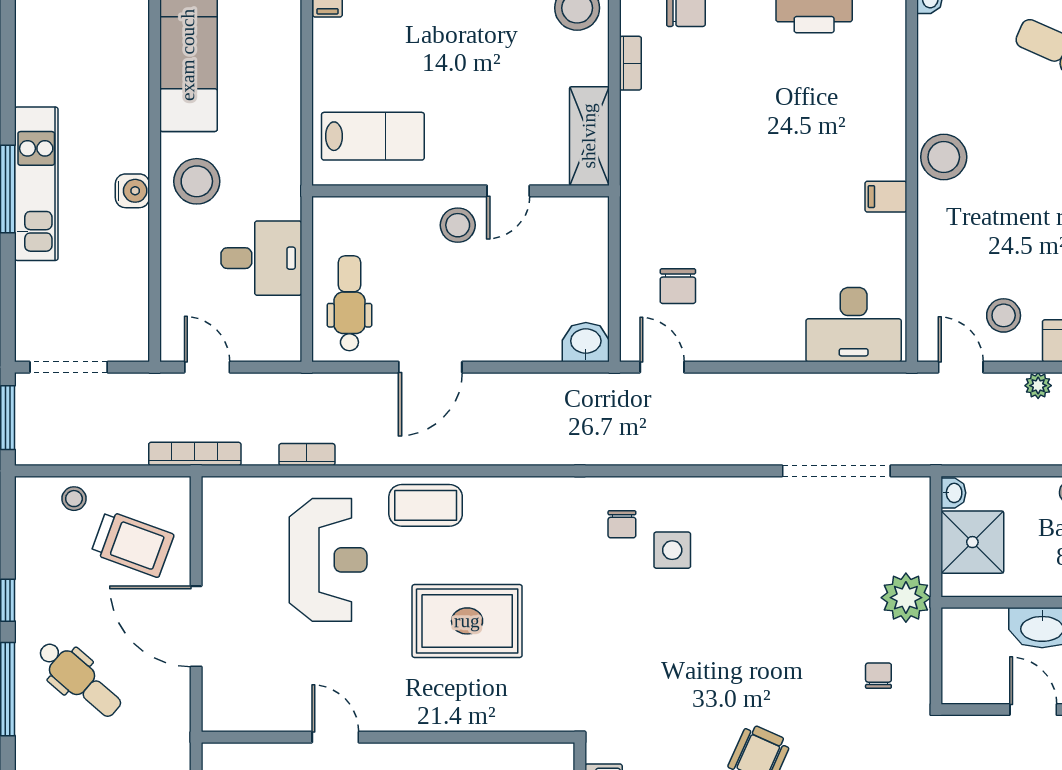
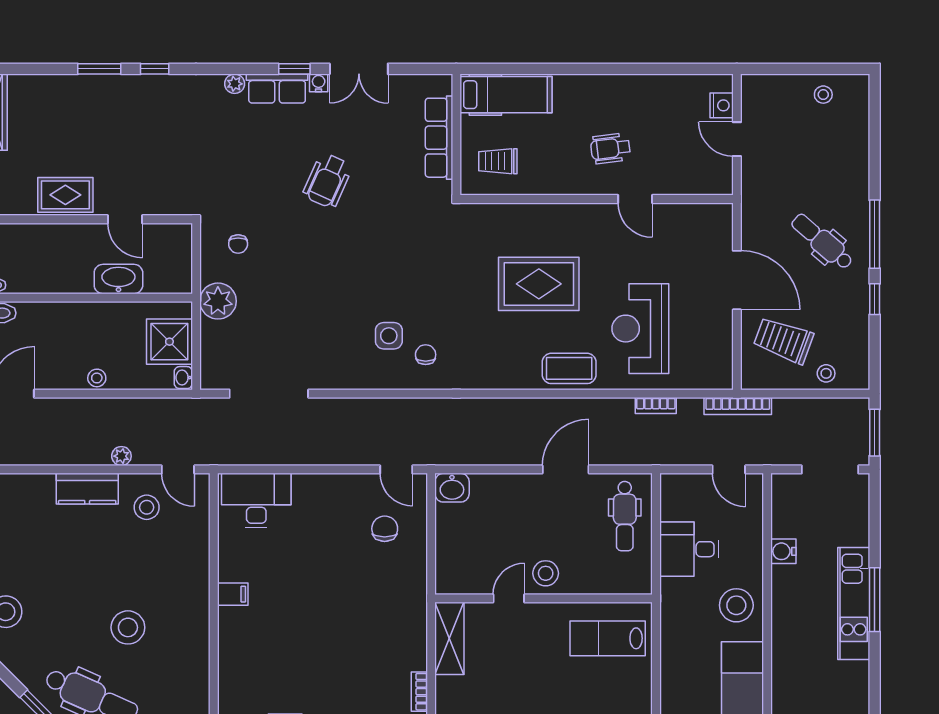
stool: (944, 157) -> (128, 627), moved
water cooler: (132, 191) -> (783, 551), moved

